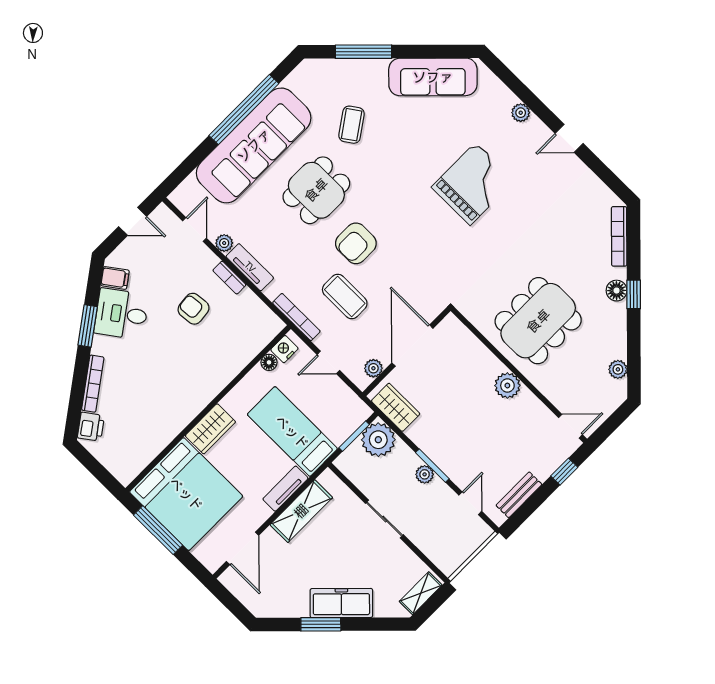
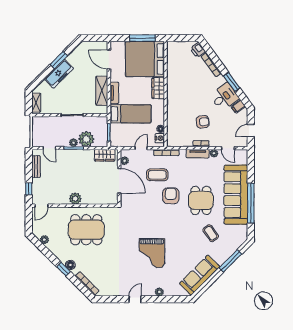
dining table: (538, 321) -> (86, 230), turned 90
plant: (378, 440) -> (86, 139), moved

